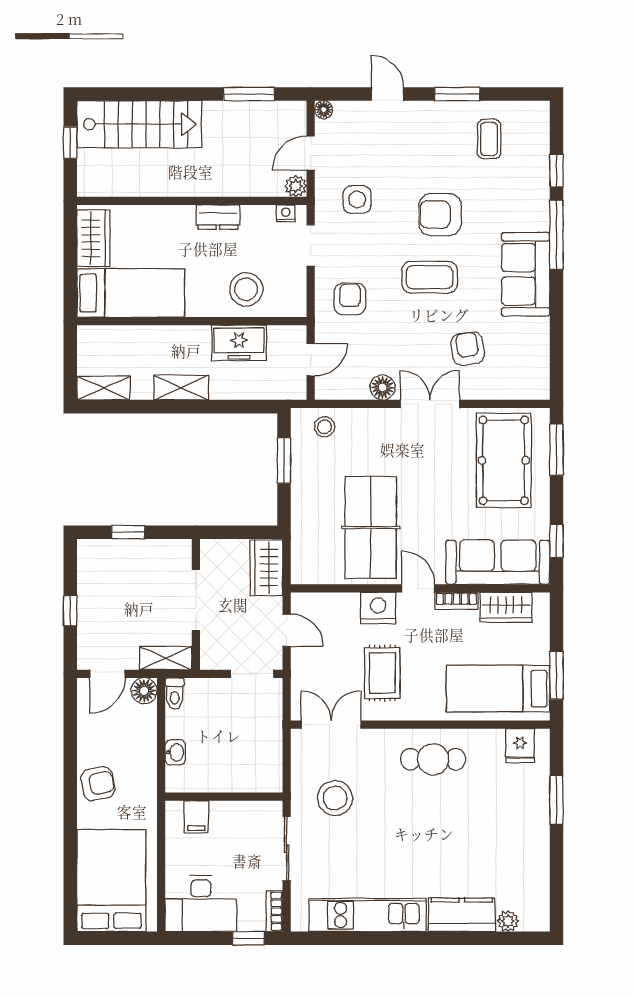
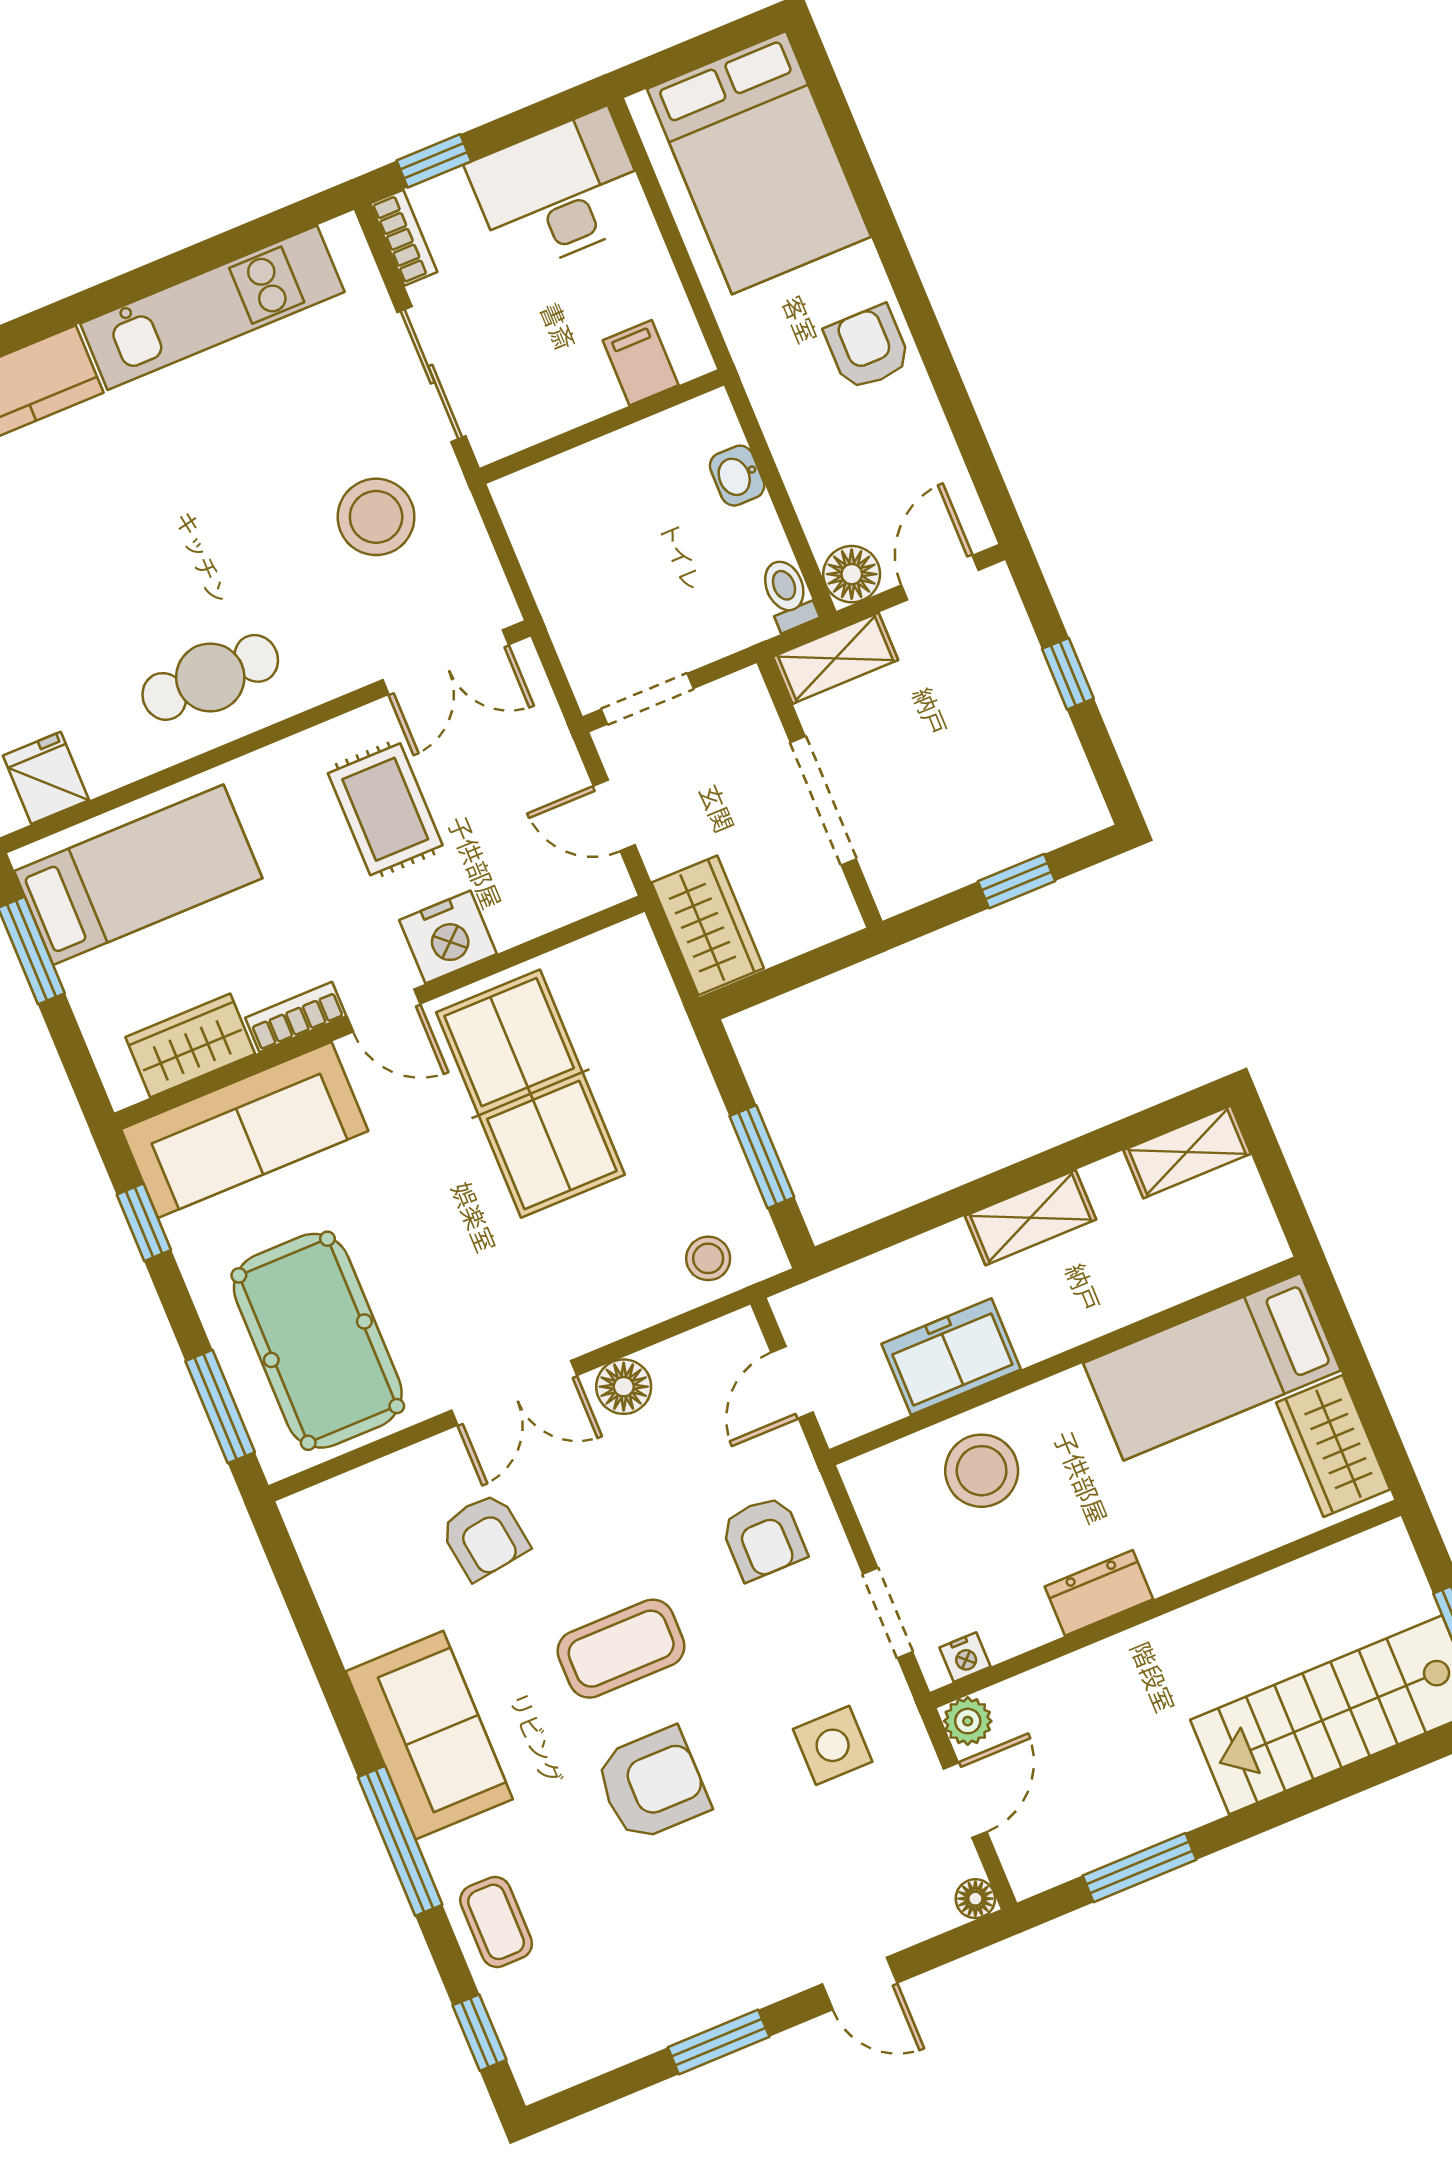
coffee table: (489, 139) -> (496, 1922), moved
window: (556, 171) -> (479, 2033), moved
armchair: (98, 784) -> (868, 348), turned 101

